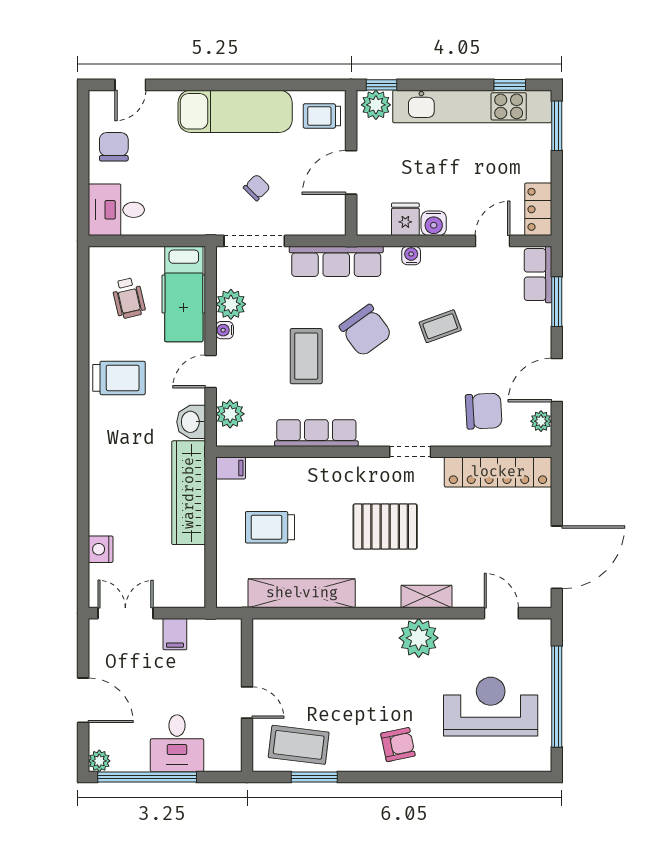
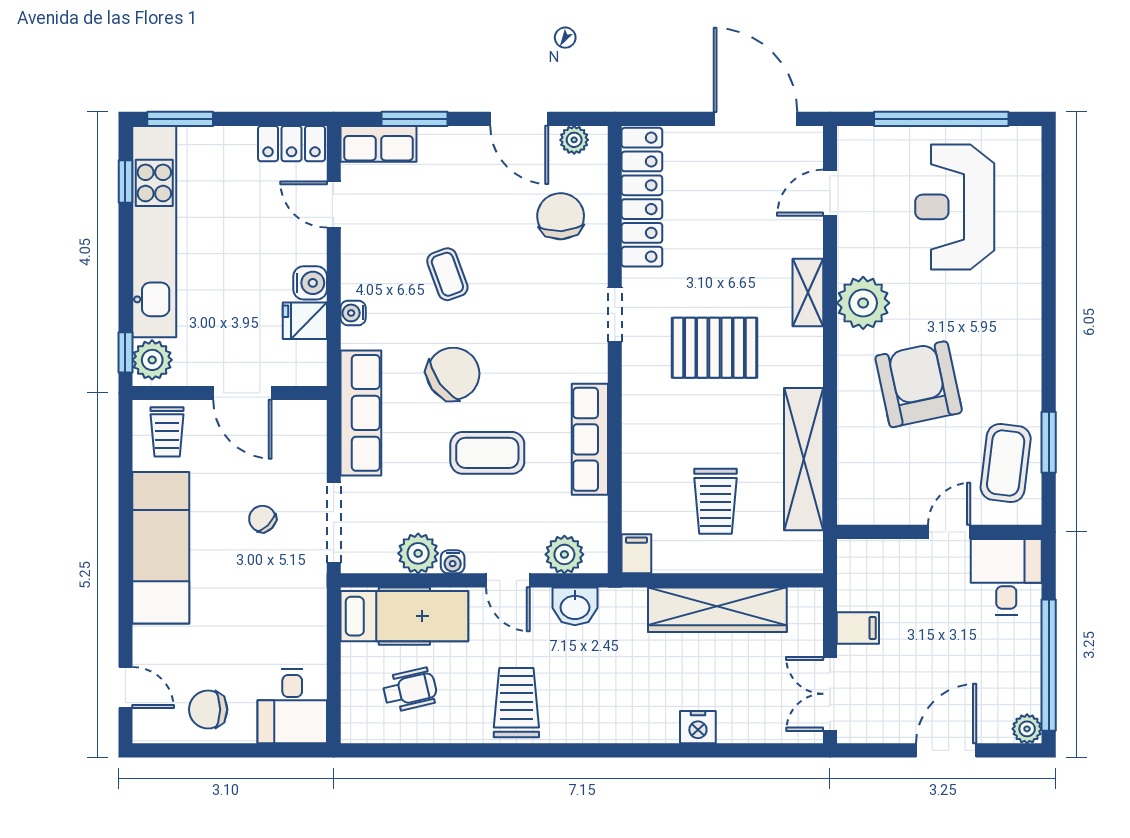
wardrobe: (189, 493) -> (717, 610), moved
pallet: (385, 527) -> (714, 348), turned 90
nightstand: (101, 549) -> (698, 727), moved
desk: (177, 743) -> (1006, 577), moved, turned -90
armchair: (398, 745) -> (919, 384), moved, width x1.88, depth x1.88

